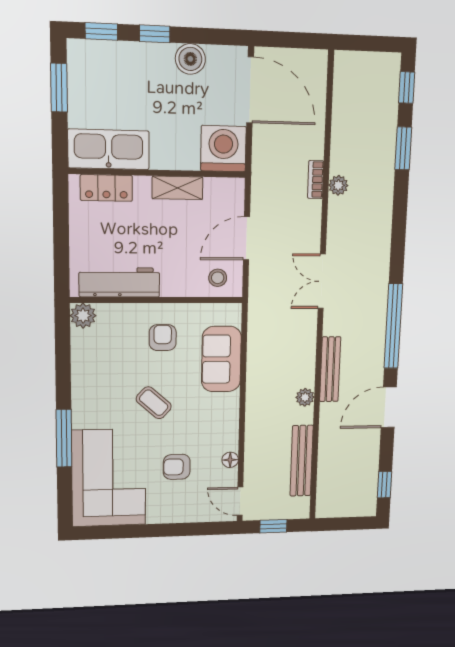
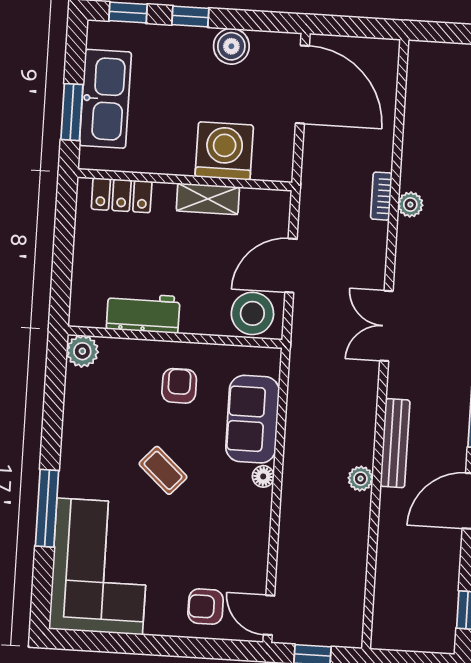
window: (59, 88) -> (72, 112), moved
kitchen sink: (109, 149) -> (105, 99), moved, turned 90
washing machine: (223, 149) -> (224, 151), moved
stool: (218, 278) -> (252, 313), width x1.89, depth x1.89
workbench: (119, 282) -> (143, 313), width x0.73
floor lamp: (230, 460) -> (263, 476), moved
bench: (302, 461) -> (354, 566), removed
armchair: (177, 467) -> (206, 607), moved

